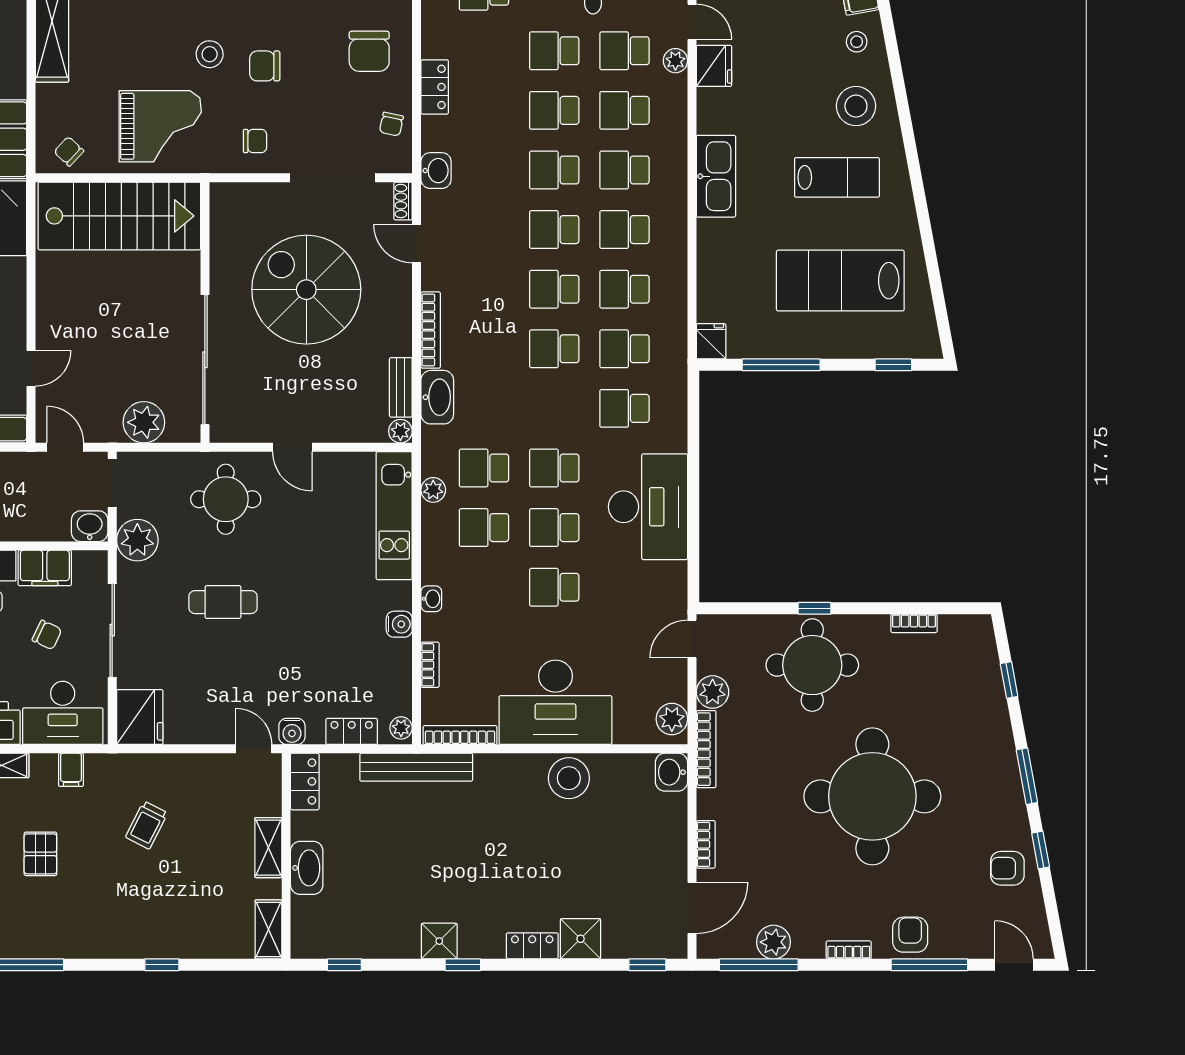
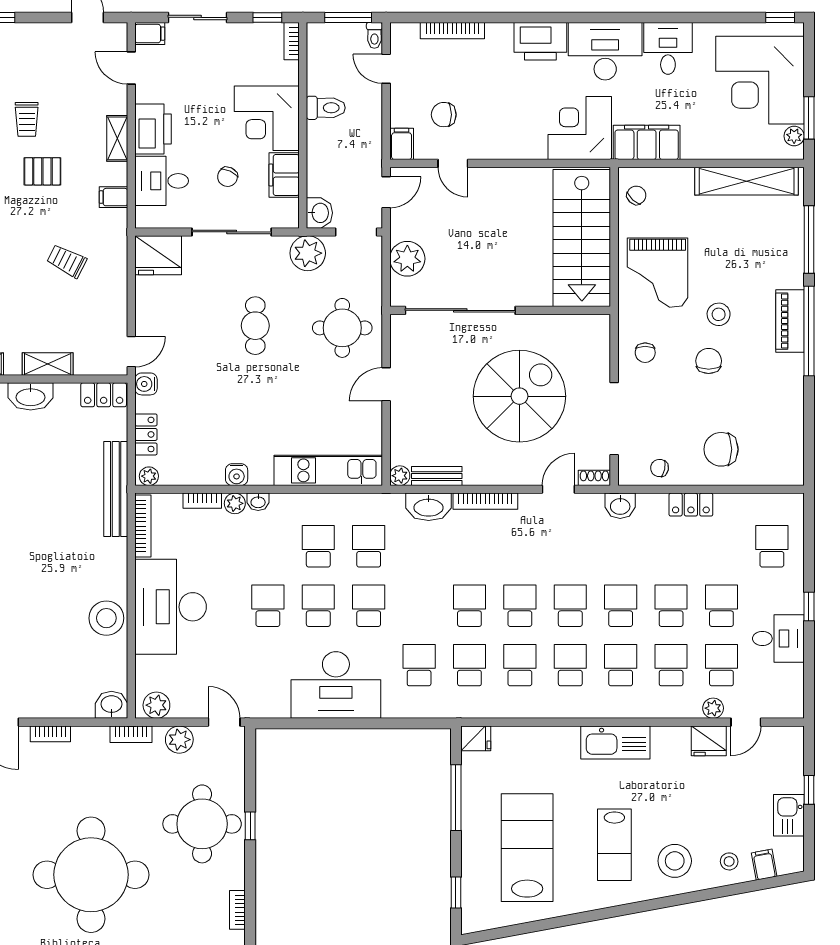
plant: (433, 490) -> (235, 503), moved
desk: (63, 713) -> (162, 181), width x0.73
bookcase: (706, 749) -> (131, 734), width x0.64

